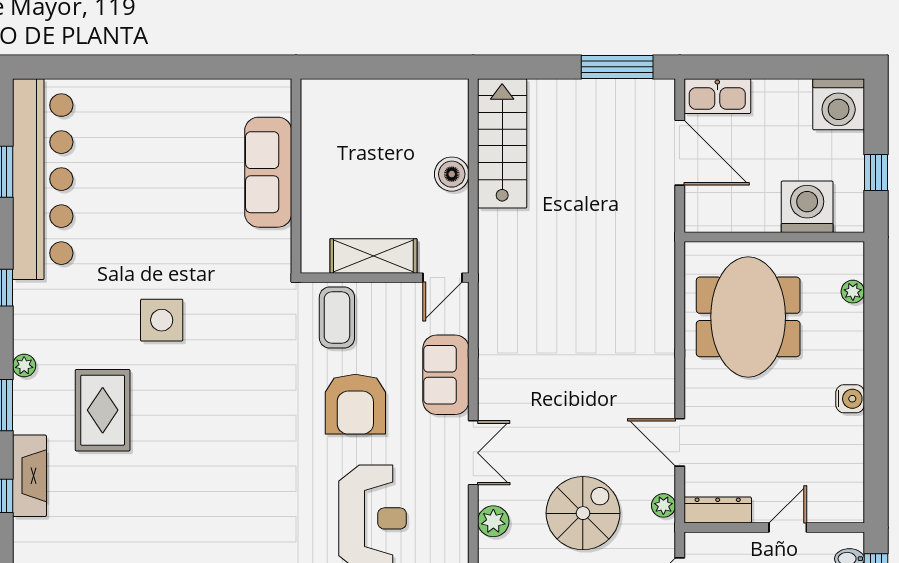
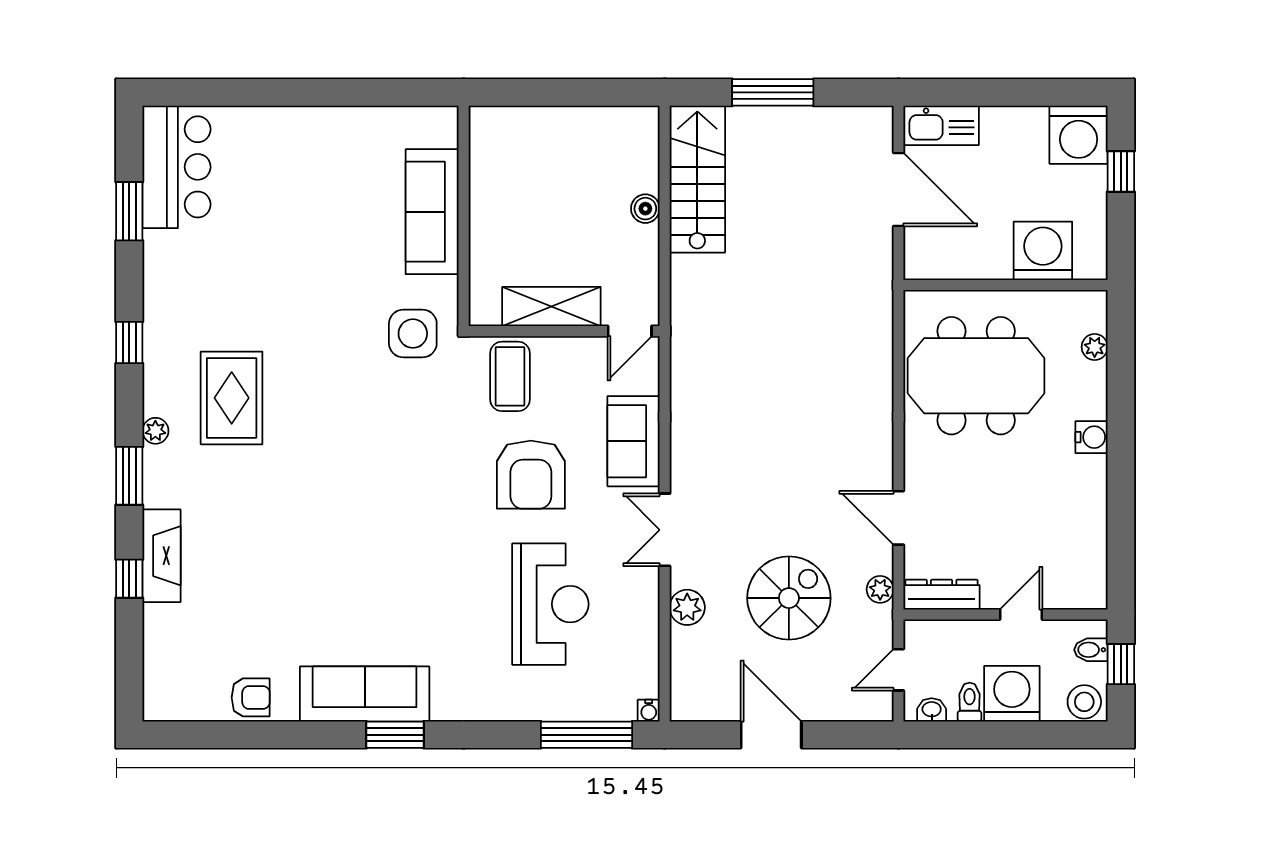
window: (617, 67) -> (773, 92), moved
window: (876, 172) -> (1121, 171), moved
boiler: (452, 174) -> (645, 209), width x0.73, depth x0.73
bar counter: (43, 179) -> (177, 167), width x0.54
meeting table: (748, 317) -> (976, 376), turned 90
side table: (162, 320) -> (413, 334), moved
water cooler: (850, 399) -> (1092, 437), moved
rug: (103, 410) -> (232, 398), moved
double door: (473, 453) -> (665, 530), swing flipped

